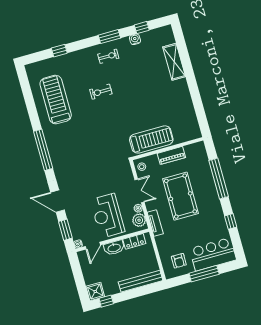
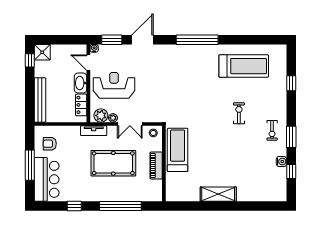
shelving: (174, 62) -> (218, 194), moved
treadmill: (151, 139) -> (178, 150), turned 180

